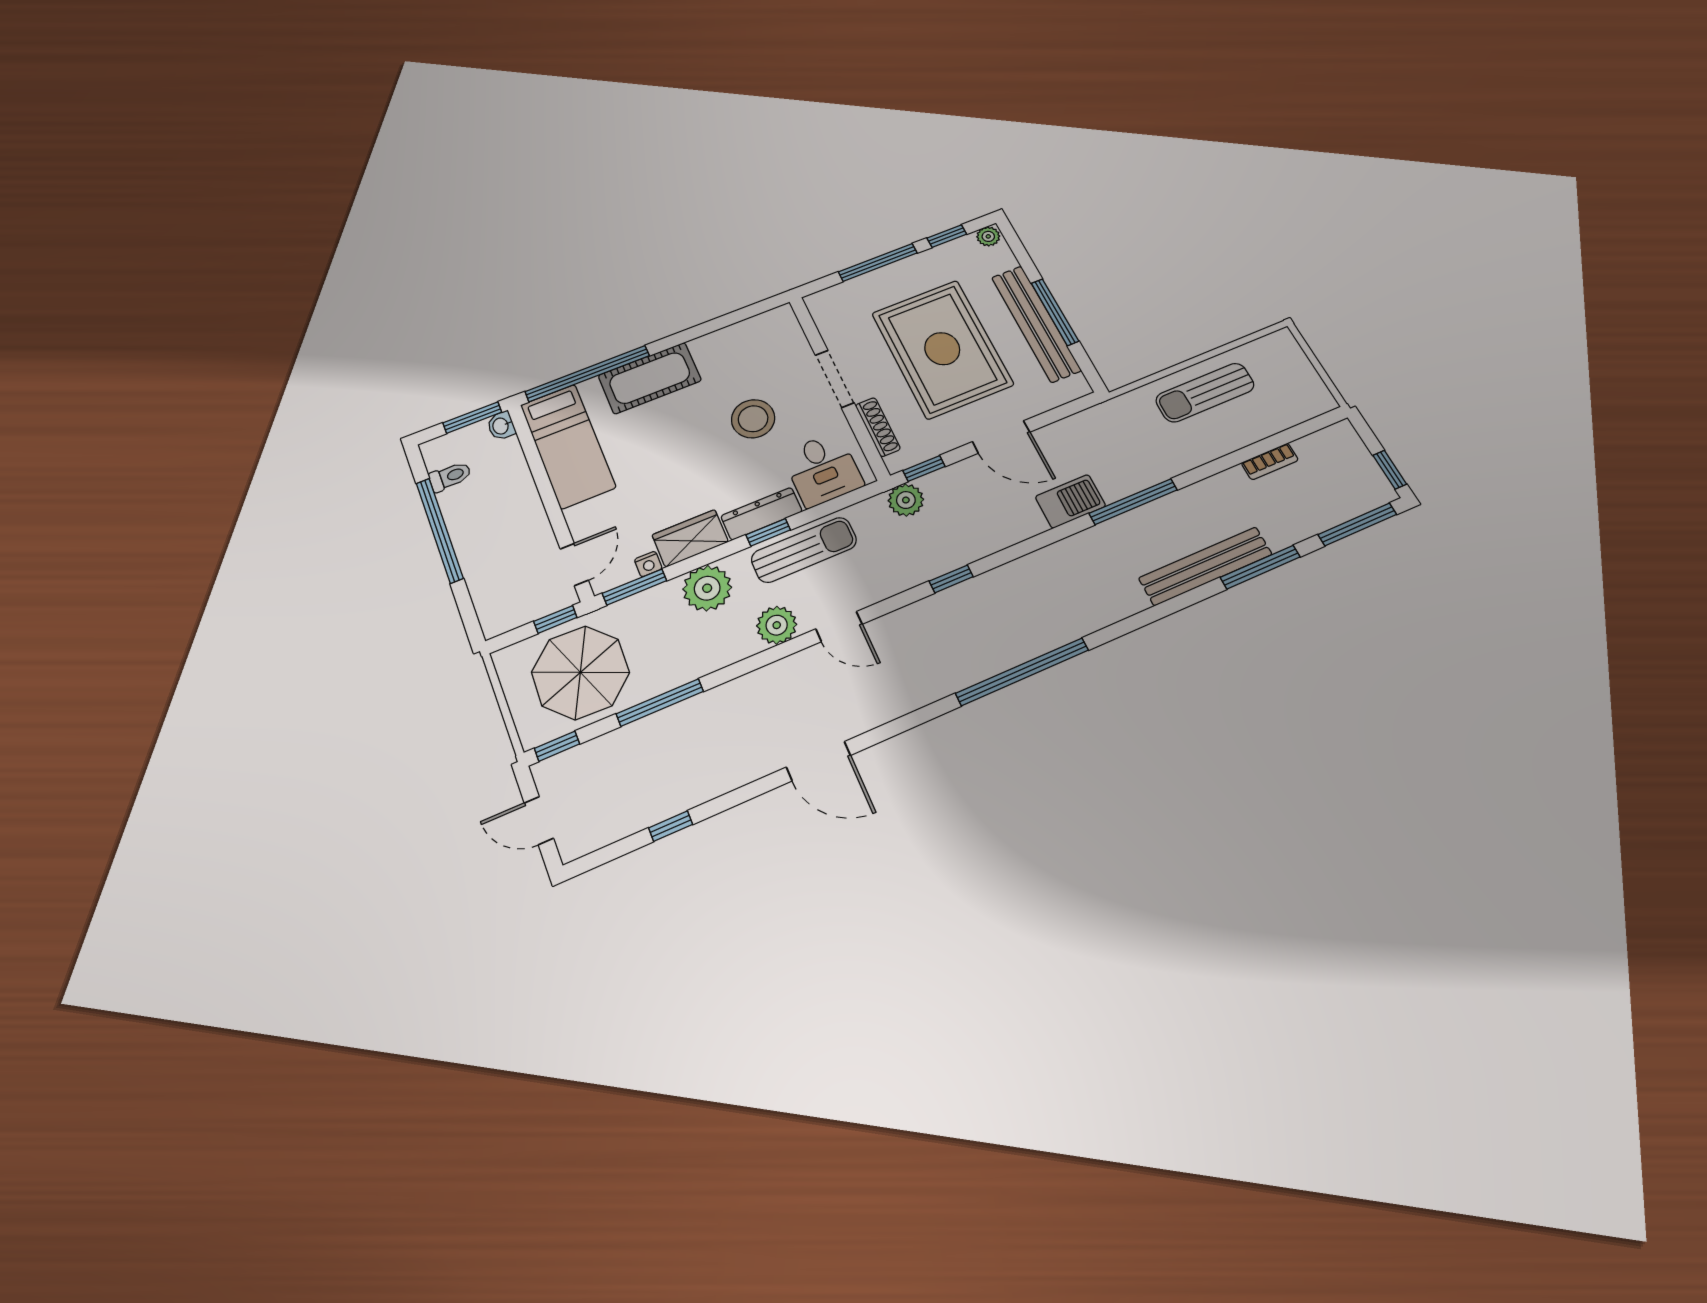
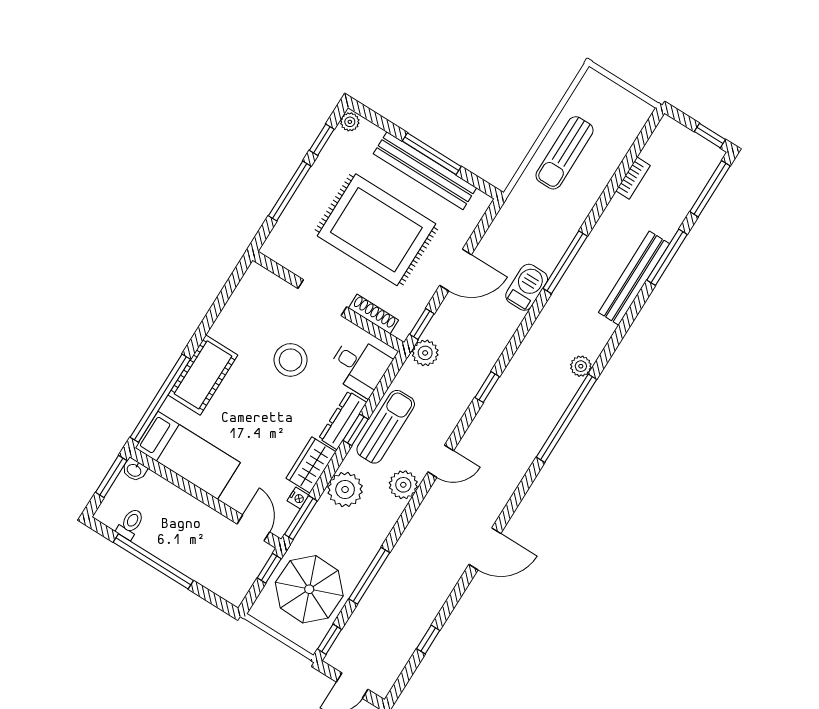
plant: (1078, 624) -> (581, 366), added

